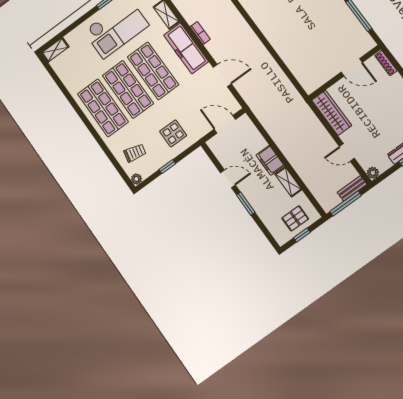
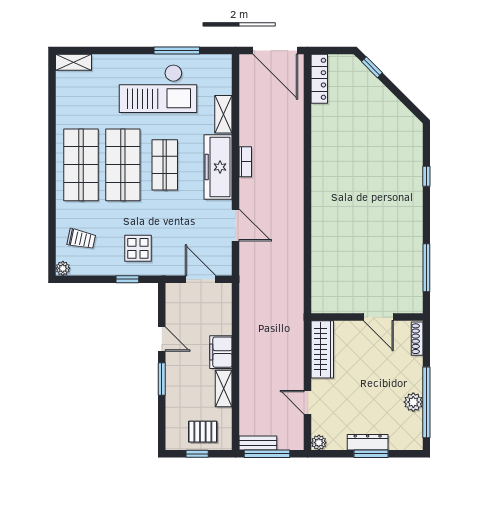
shop shelf: (153, 71) -> (165, 165), width x0.70, depth x0.74
window: (167, 167) -> (127, 279), moved
bench: (352, 188) -> (258, 443), moved

